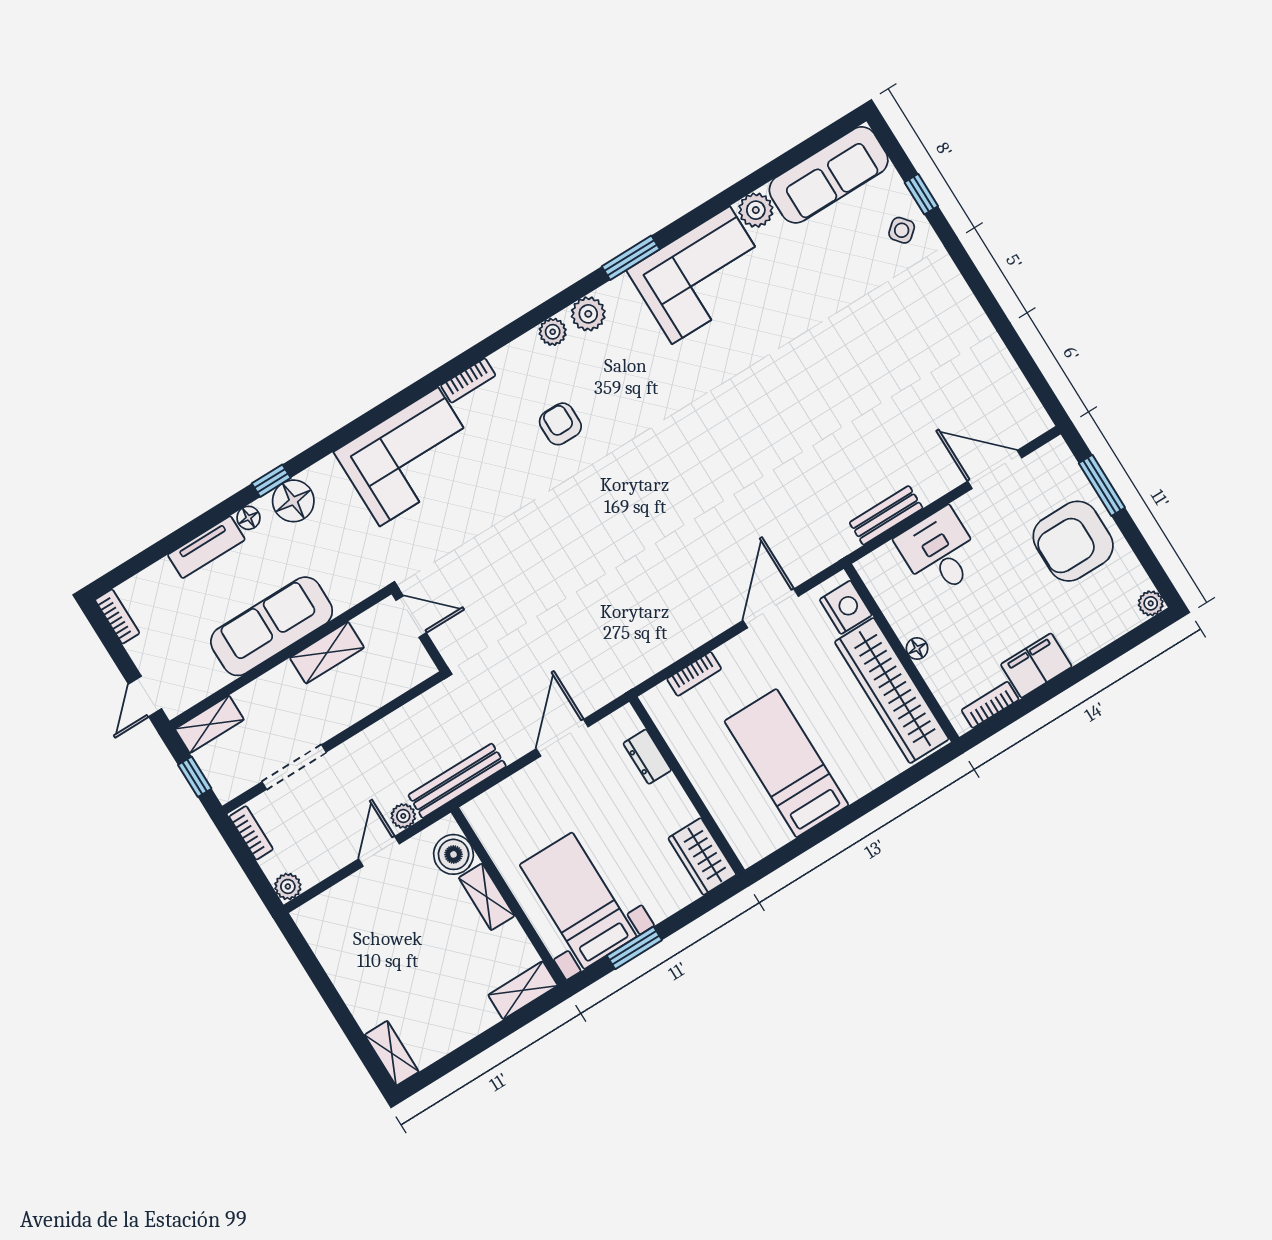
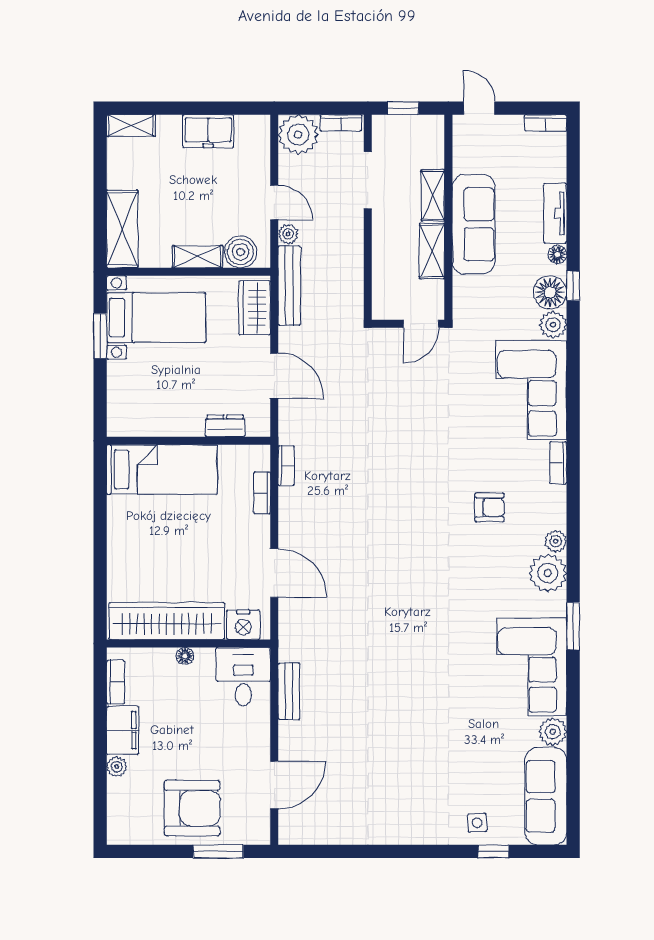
side table: (902, 230) -> (477, 823), turned 37
plant: (588, 314) -> (548, 573), width x1.36, depth x1.36
plant: (326, 476) -> (553, 325), added
armchair: (1073, 541) -> (192, 808), turned 90
desk: (940, 552) -> (243, 677), moved, turned -90
plant: (1151, 603) -> (117, 767), moved
bookcase: (650, 666) -> (286, 466), added
shelving: (209, 724) -> (433, 195), moved
bed: (786, 763) -> (162, 470), moved
wardrobe: (702, 856) -> (255, 308), moved, turned -90
plant: (288, 886) -> (298, 135), width x1.87, depth x1.87
freezer: (347, 968) -> (208, 131), added
shelving: (523, 990) -> (122, 229), width x1.50, depth x1.33

